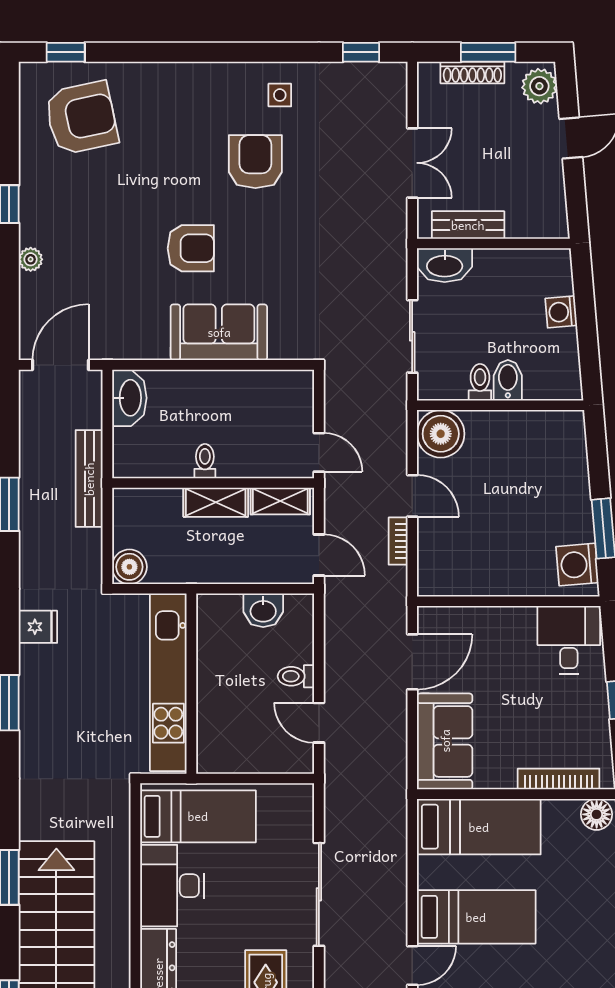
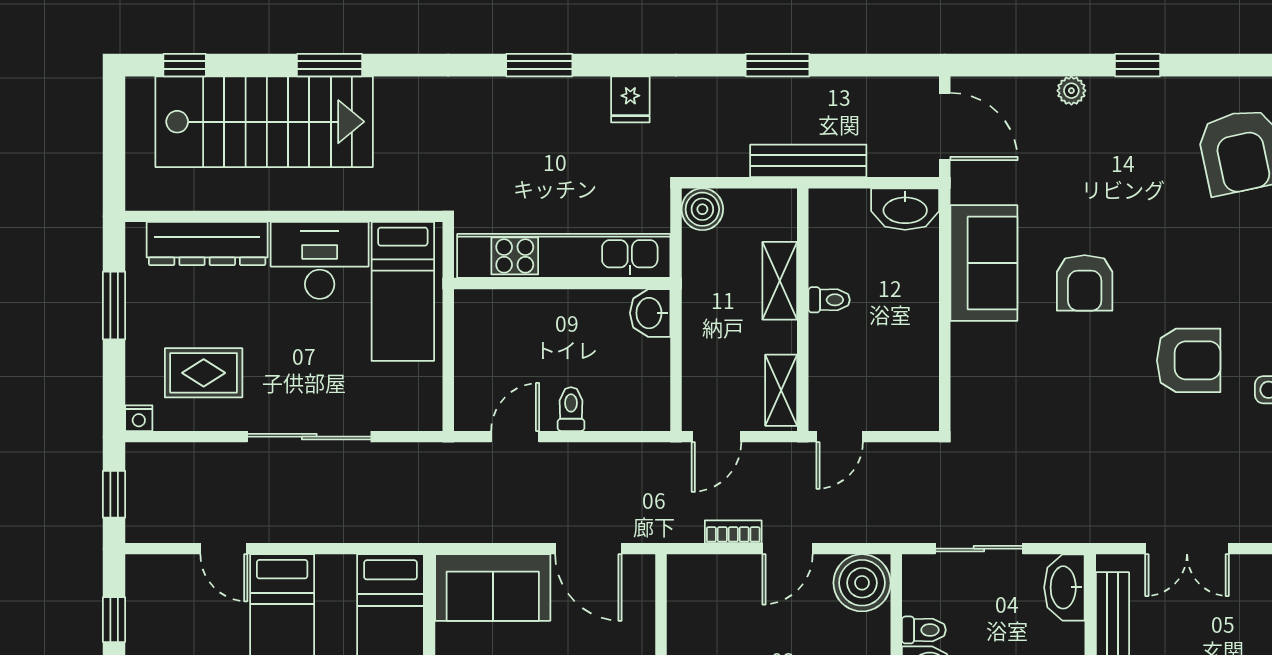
sofa: (219, 332) -> (984, 263), moved
shelving: (216, 502) -> (780, 281), moved
washbasin: (263, 610) -> (650, 313), moved

